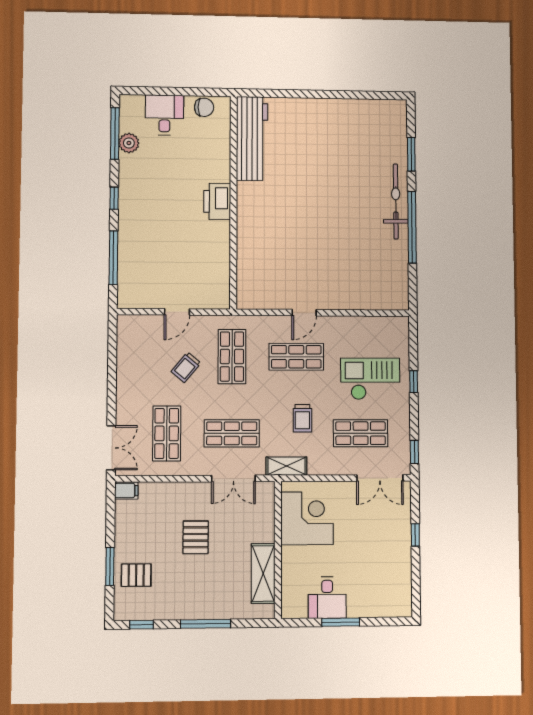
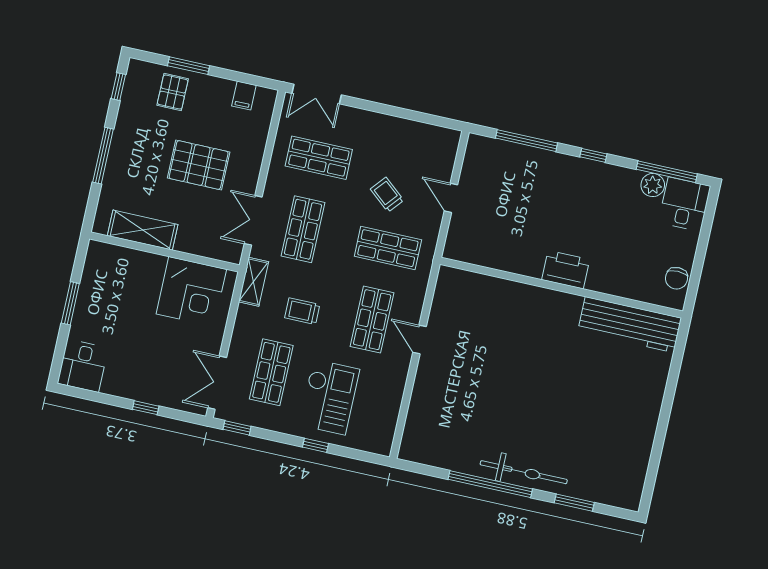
desk: (164, 115) -> (685, 204), moved, turned -90
filing cabinet: (126, 491) -> (244, 96), moved
pallet: (196, 537) -> (199, 165), width x1.50, depth x1.42
desk: (327, 598) -> (83, 366), moved, turned -90

